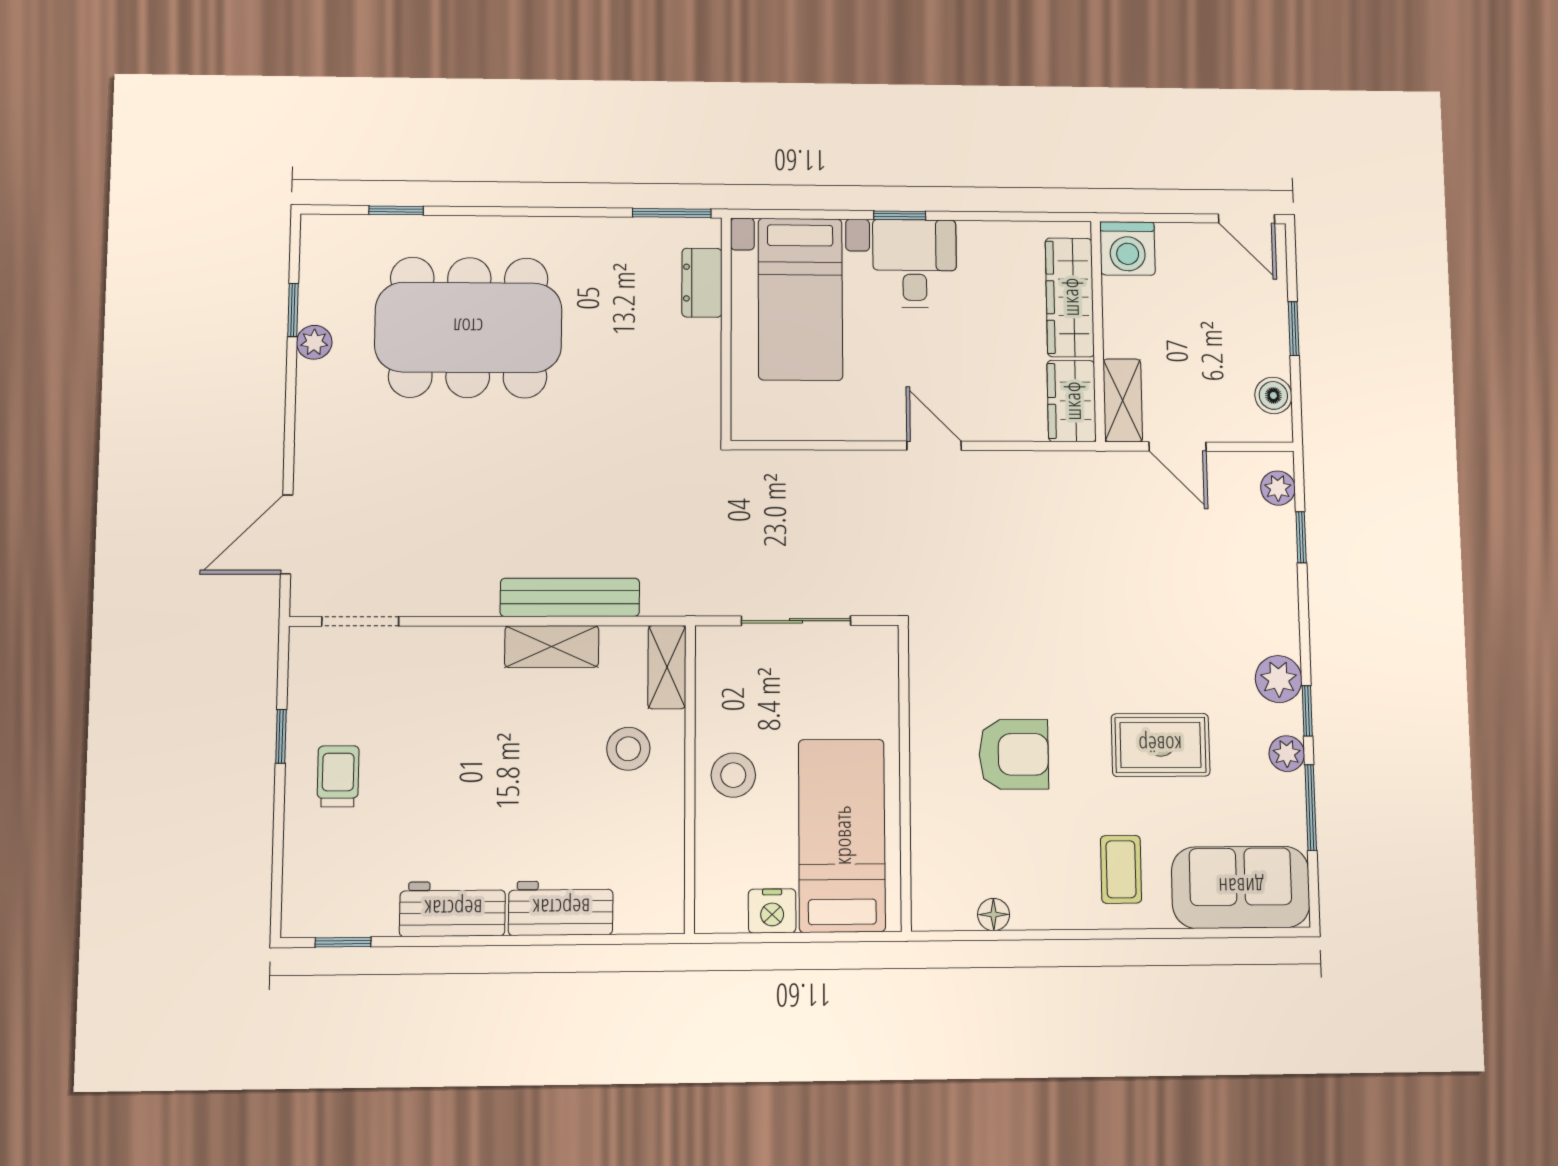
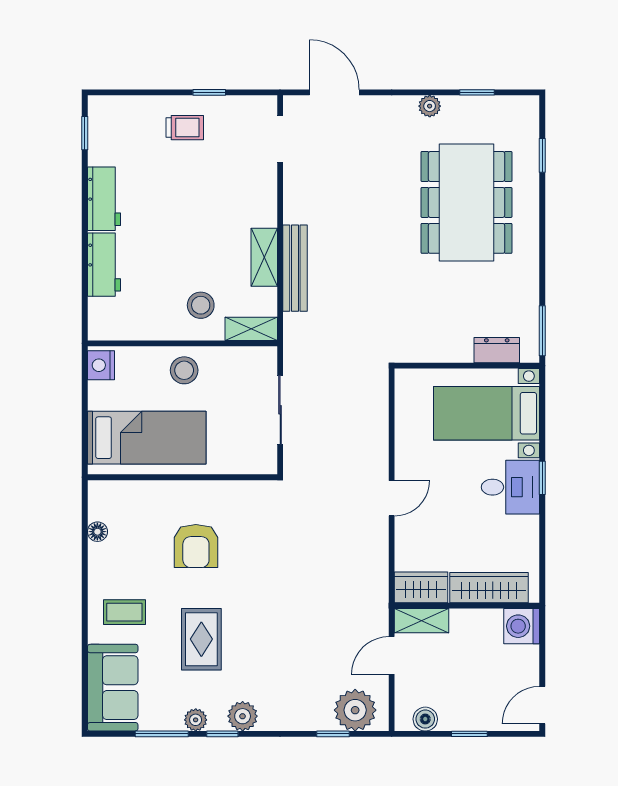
plant: (314, 342) -> (430, 106), moved
plant: (1278, 488) -> (355, 710), width x1.87, depth x1.87
nightstand: (772, 911) -> (101, 365), moved

